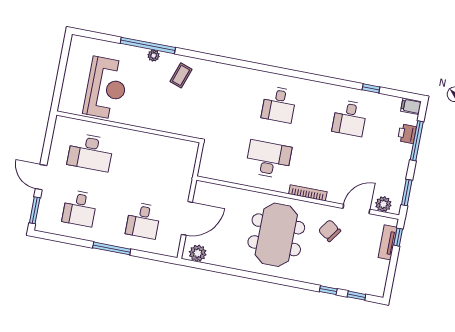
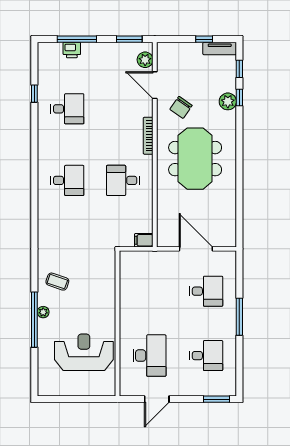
filing cabinet: (411, 106) -> (144, 240), moved, turned 90
desk: (268, 159) -> (123, 180), width x0.73
door: (41, 177) -> (157, 399), moved
meeting table: (276, 235) -> (195, 159), turned 90
window: (398, 237) -> (204, 39), moved
tv unit: (388, 242) -> (220, 48), moved
plant: (198, 253) -> (228, 101), moved

